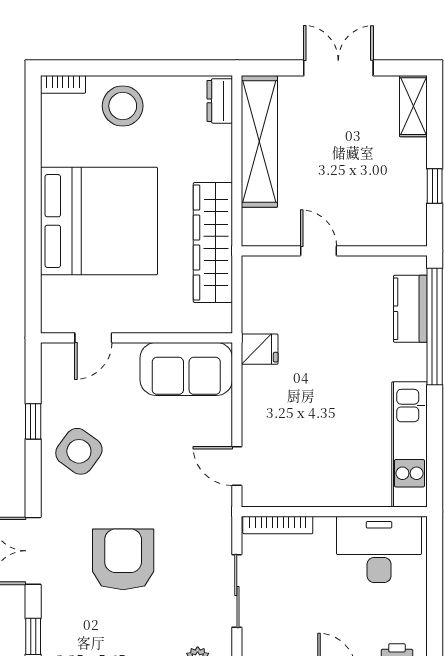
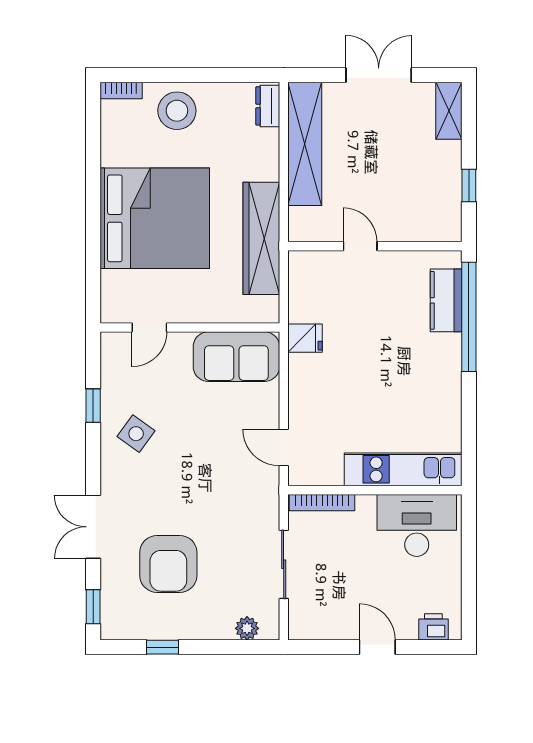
kitchen unit: (410, 444) -> (403, 469), moved, turned 90
side table: (79, 451) -> (136, 434), width x0.73, depth x0.73
armchair: (123, 559) -> (168, 564), moved, turned 180

